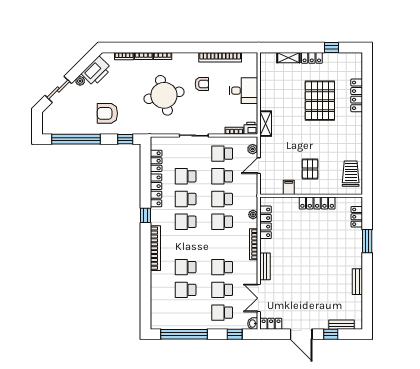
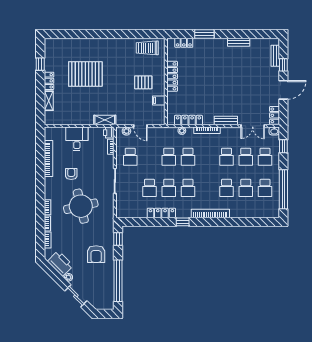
locker: (357, 95) -> (81, 43), removed
locker: (156, 161) -> (136, 213), removed
school desk: (222, 176) -> (265, 188), moved

